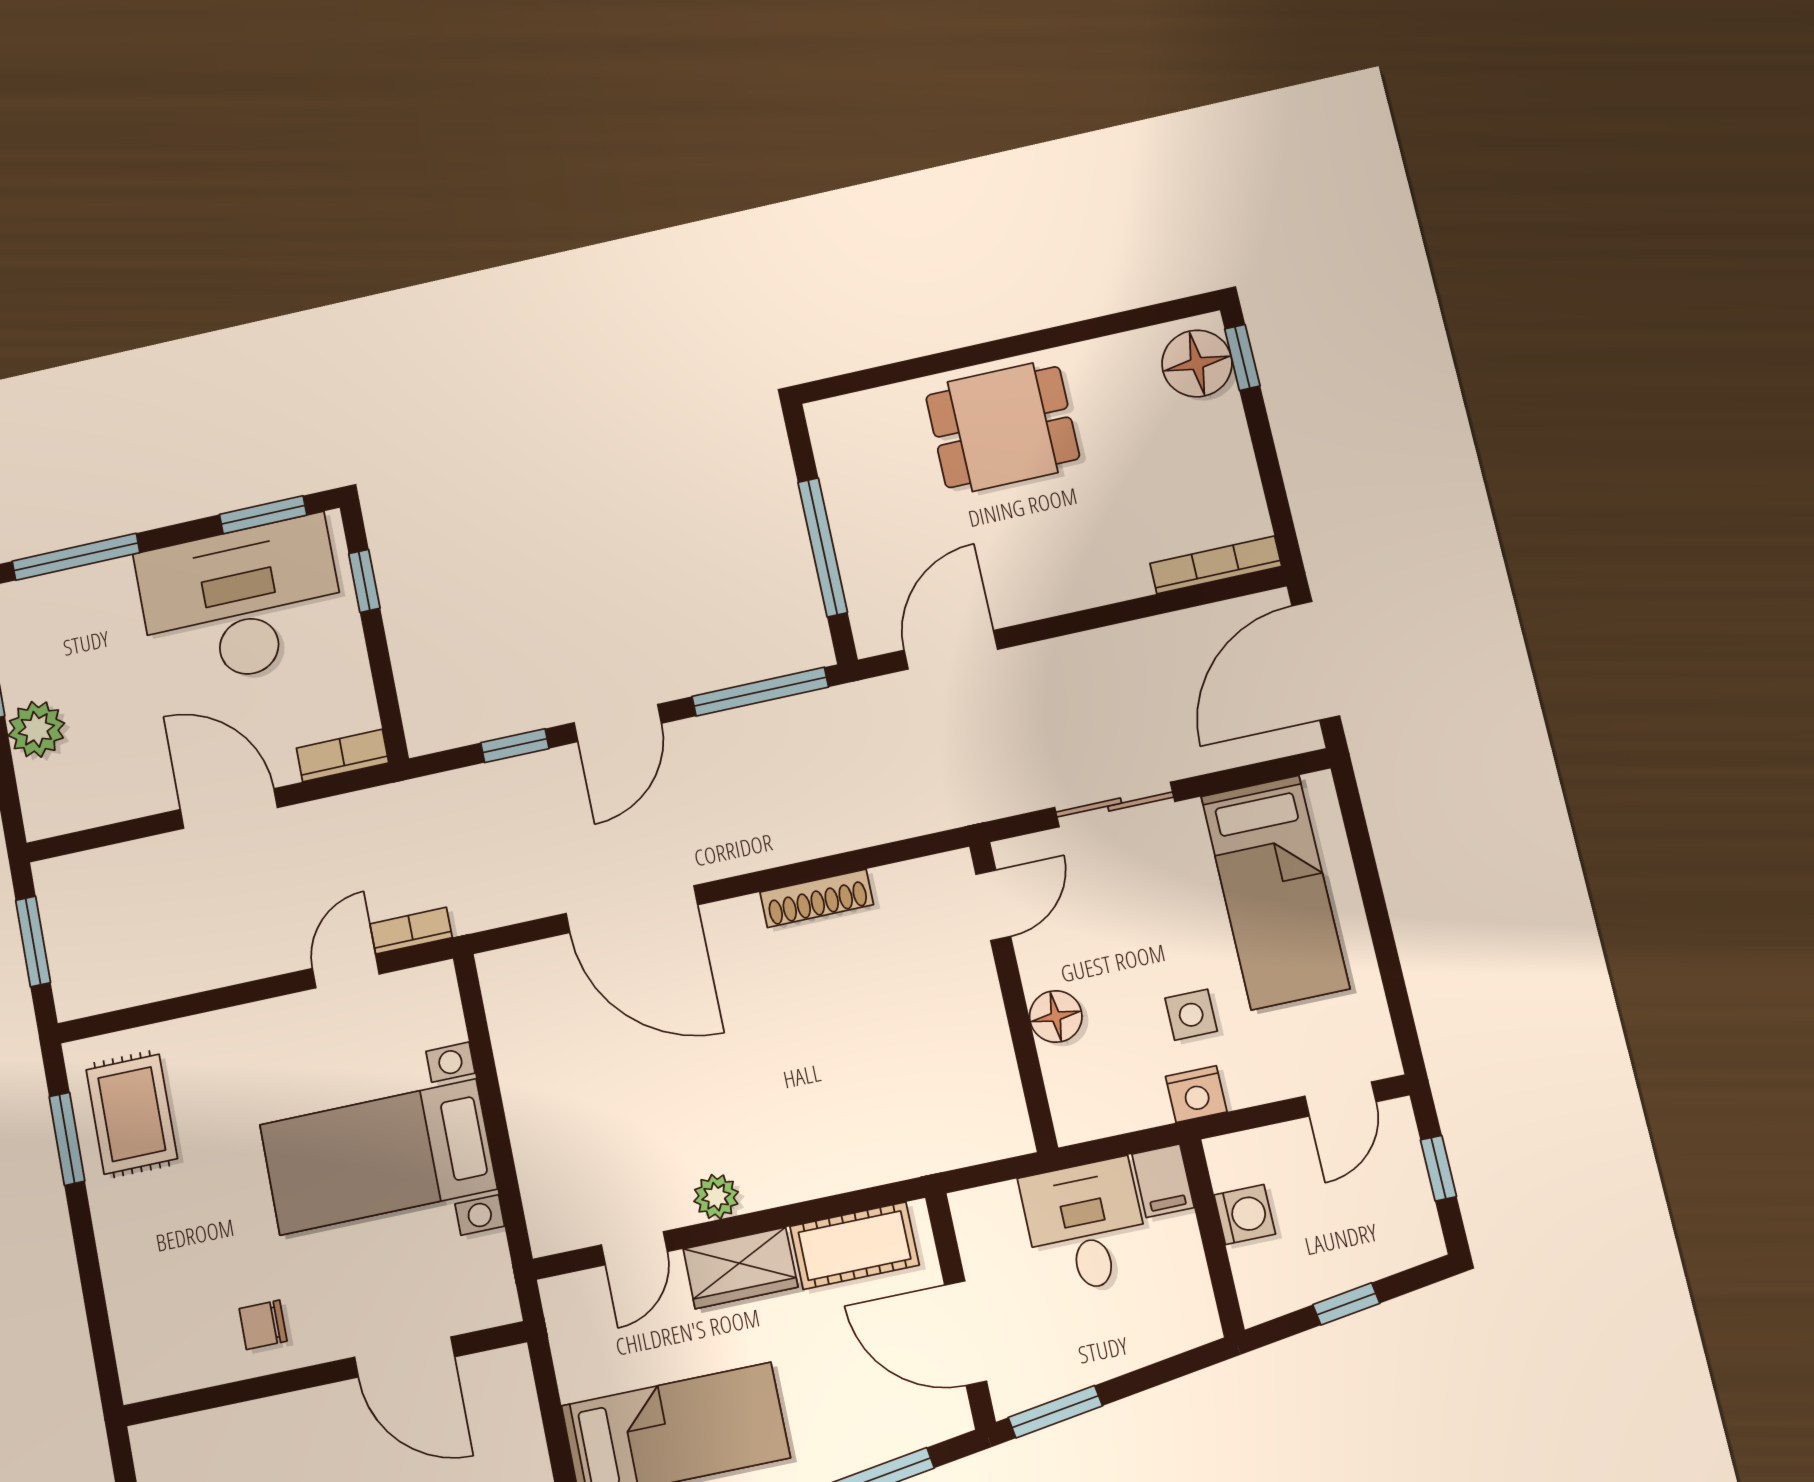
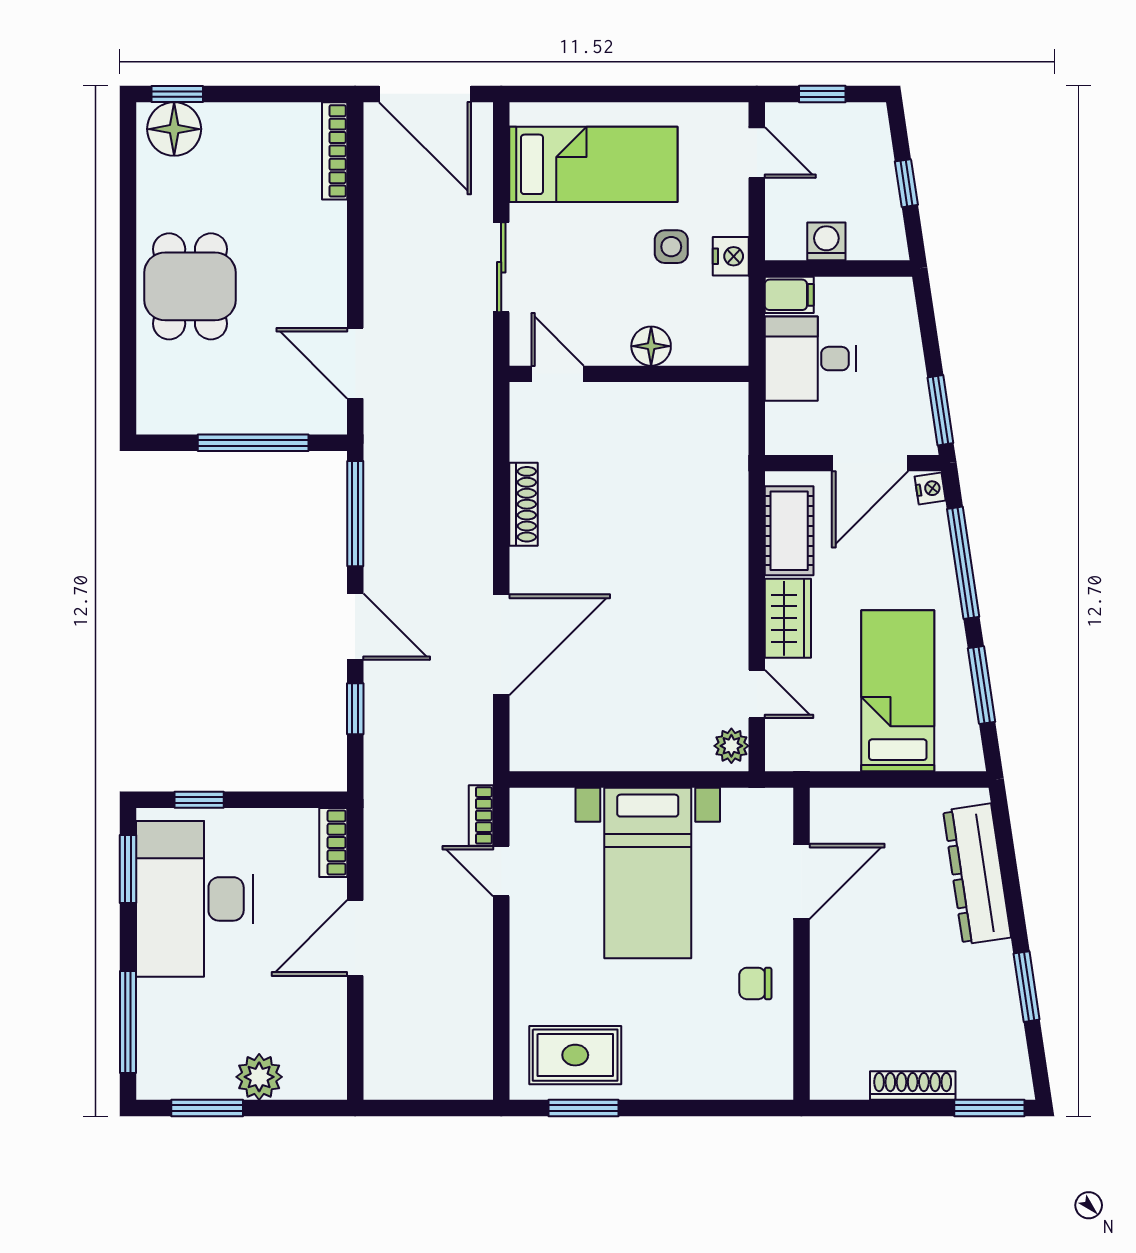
window: (33, 941) -> (425, 1108), removed
plant: (716, 1197) -> (731, 746), moved
chair: (263, 1325) -> (755, 983), turned 90
nightstand: (949, 1420) -> (930, 489), added

